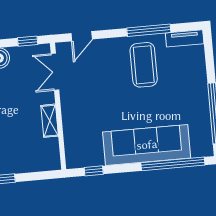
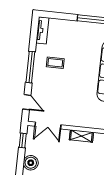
window: (149, 30) -> (30, 67), moved
coffee table: (144, 65) -> (55, 63), width x0.54, depth x0.58

